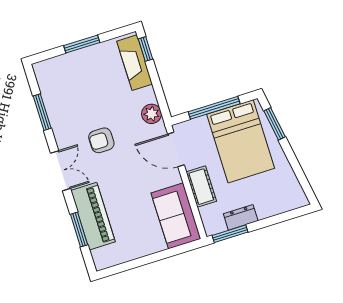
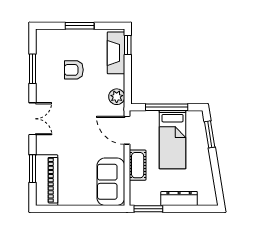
armchair: (101, 140) -> (74, 70), moved
bed: (241, 141) -> (172, 140), width x0.67
piano: (93, 216) -> (47, 180), moved
dresser: (241, 217) -> (179, 199), moved, width x1.44

